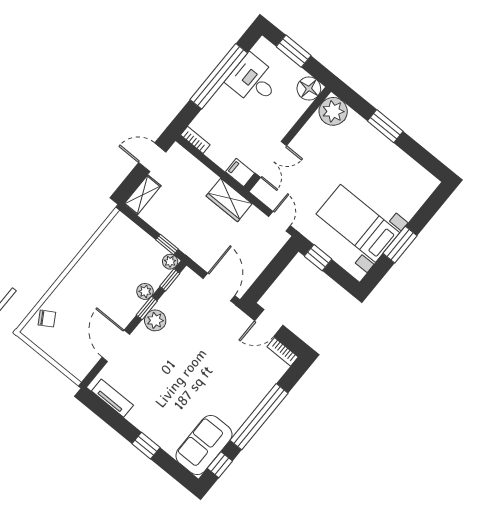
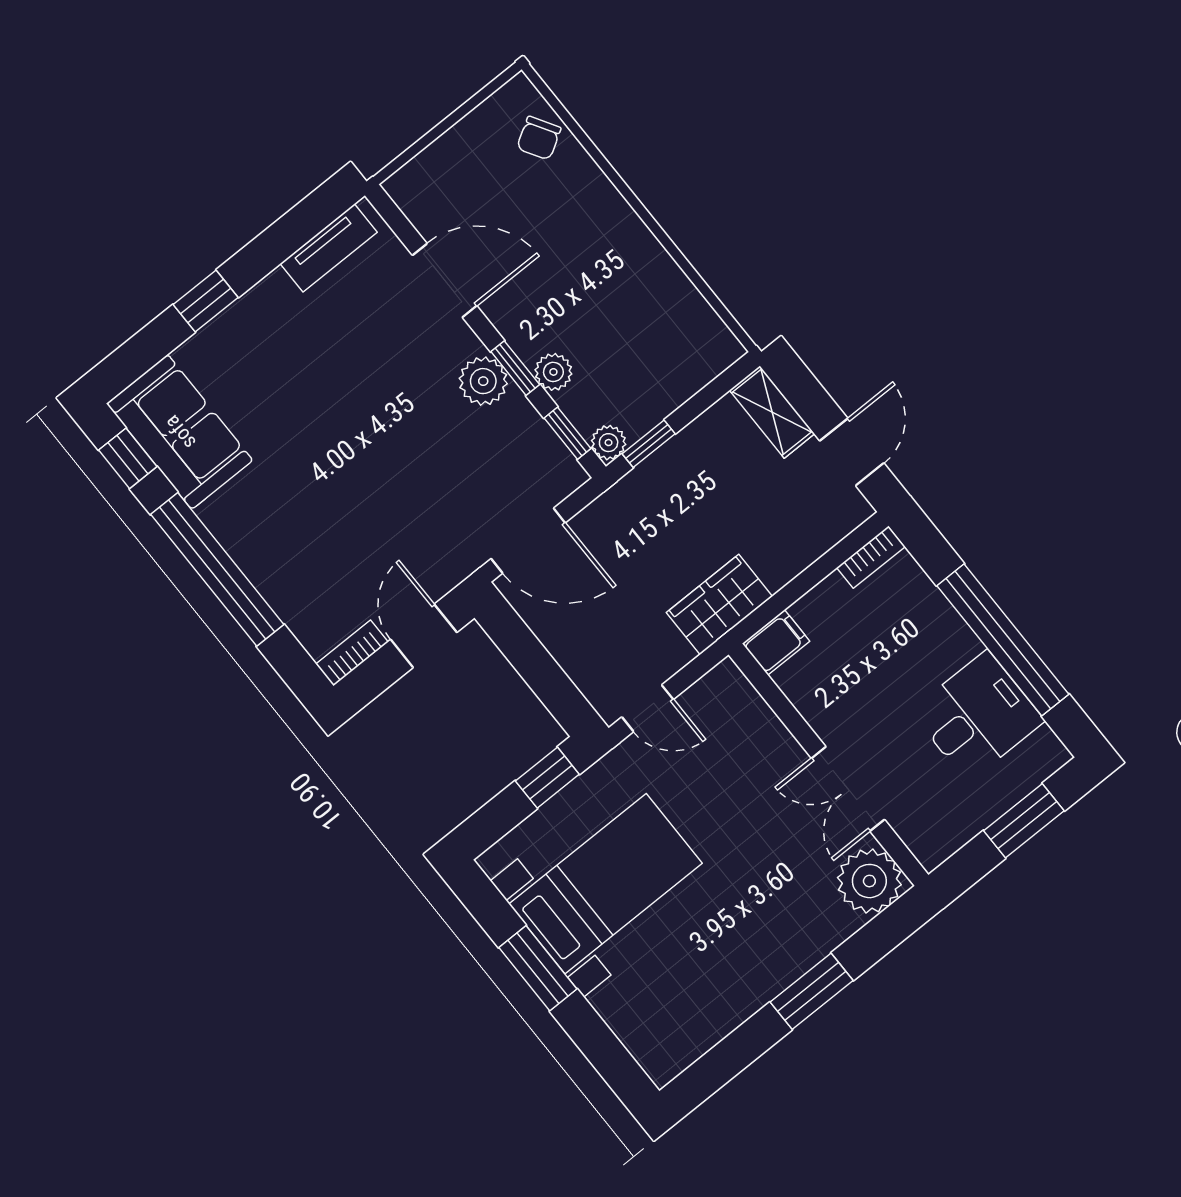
floor lamp: (309, 89) -> (932, 837), removed
double door: (271, 159) -> (848, 789), moved

